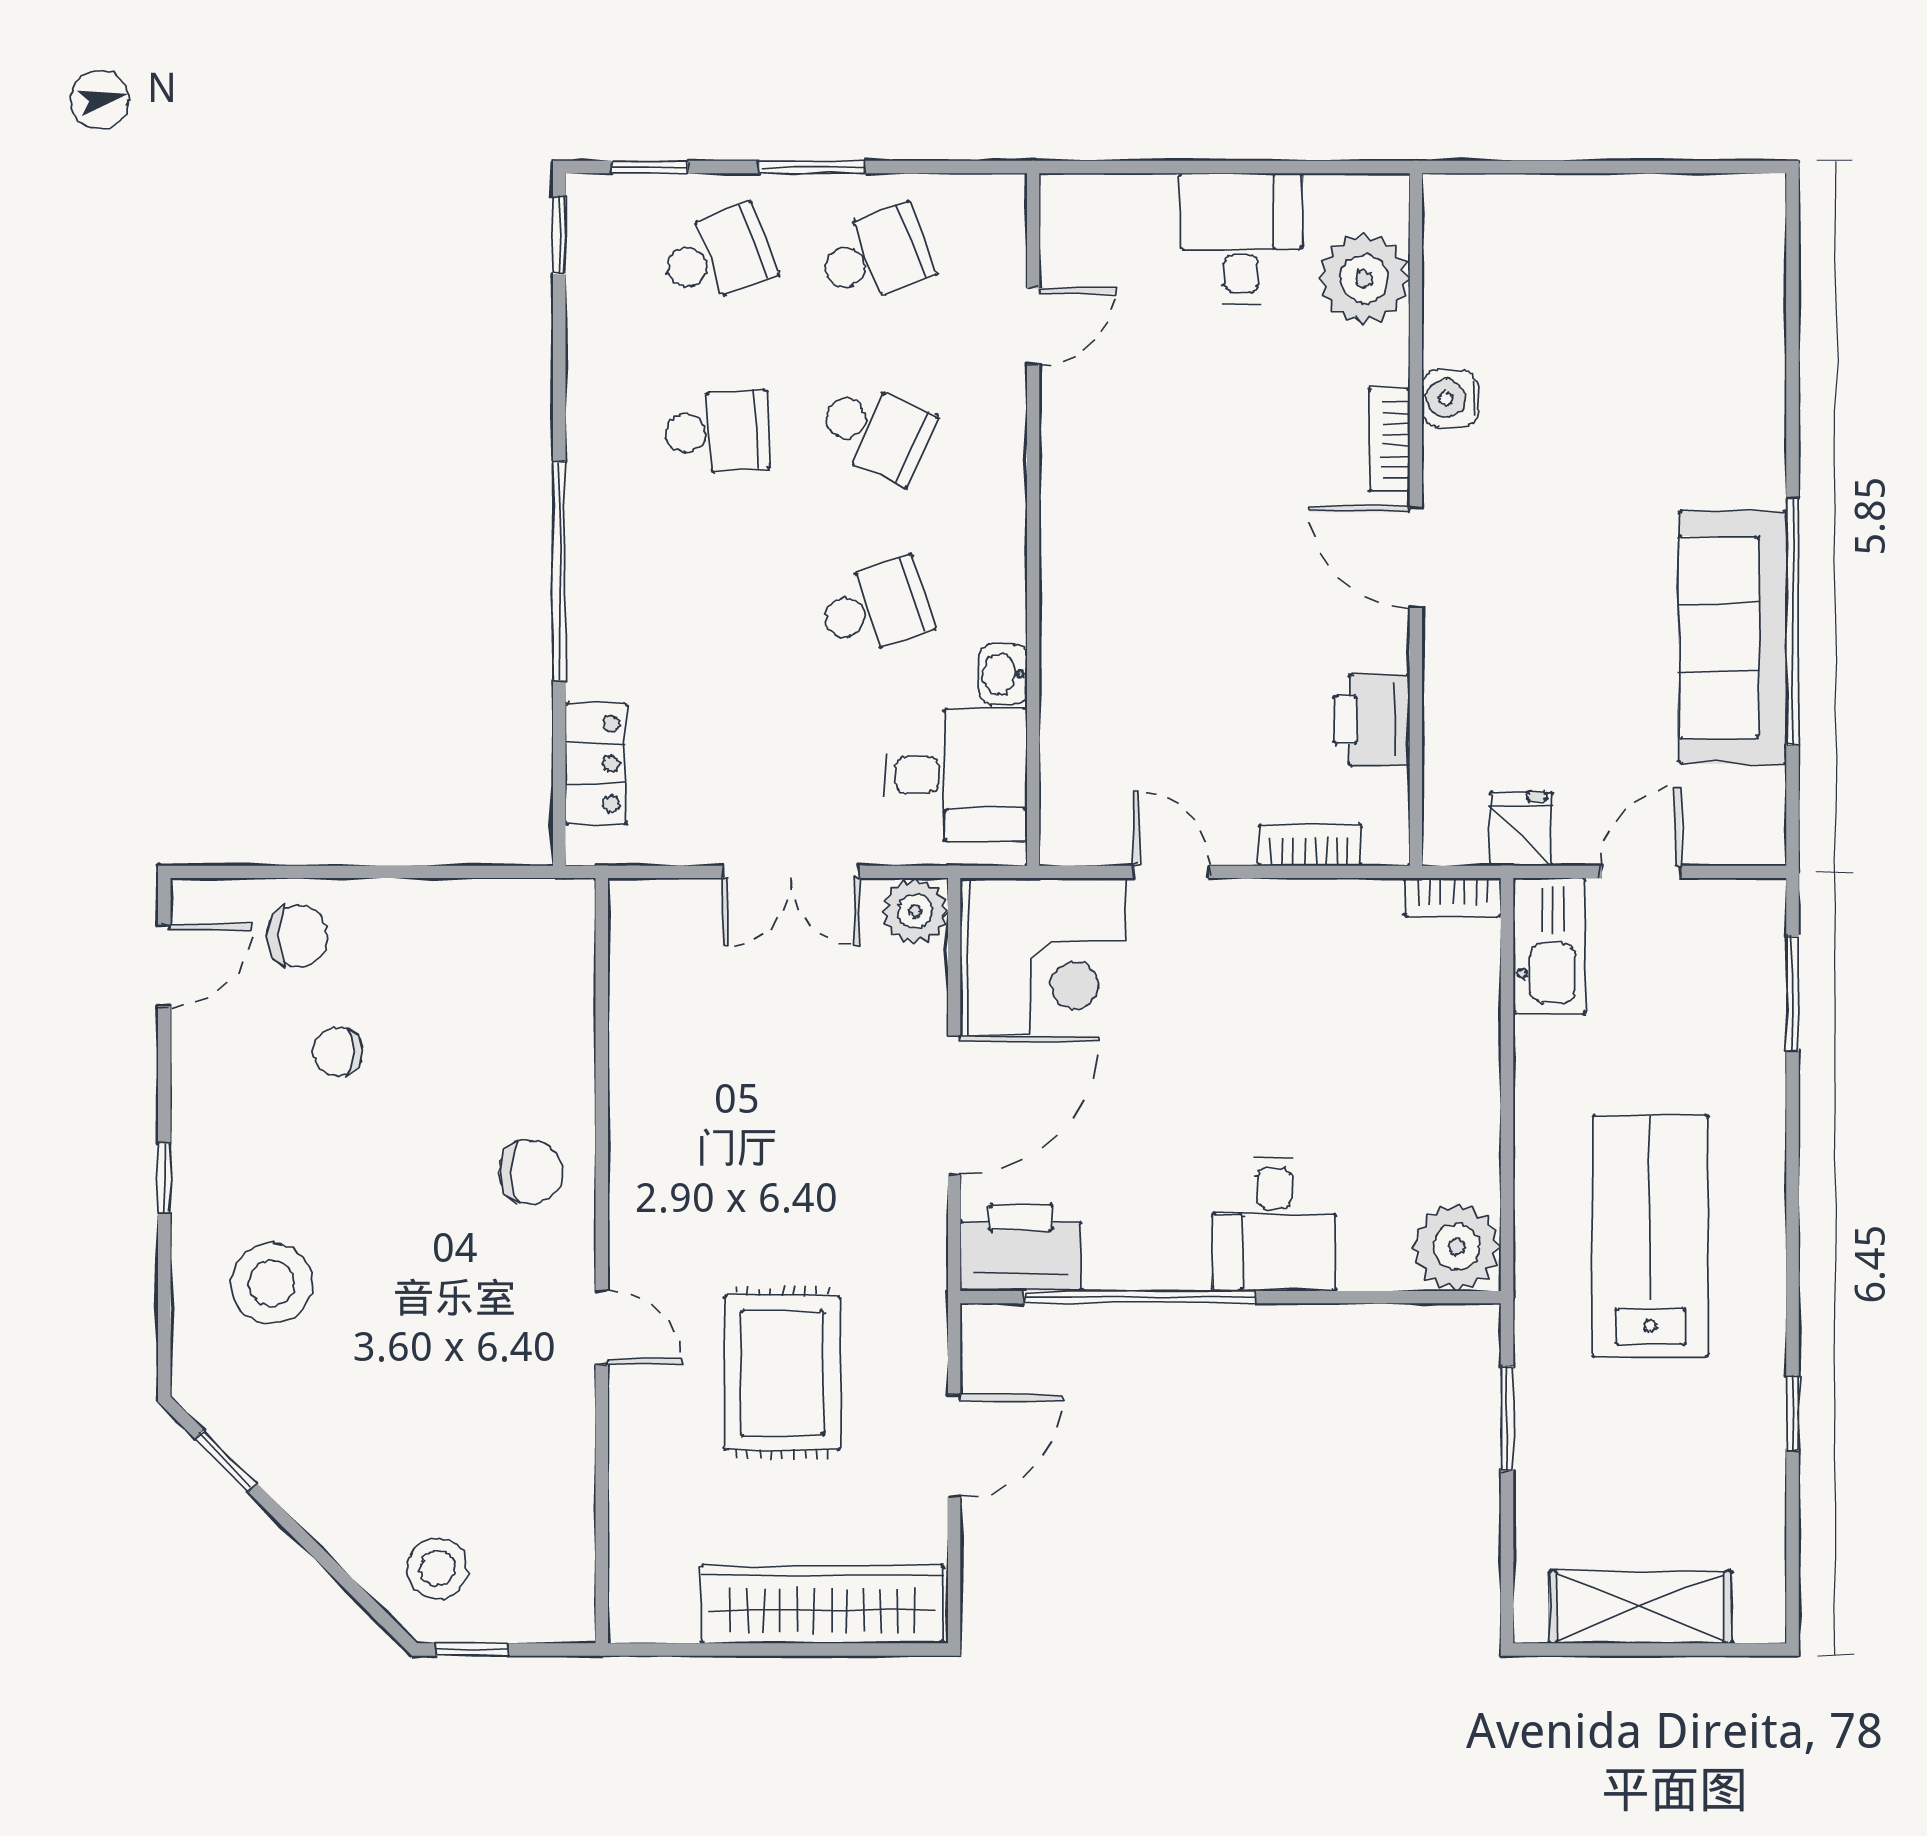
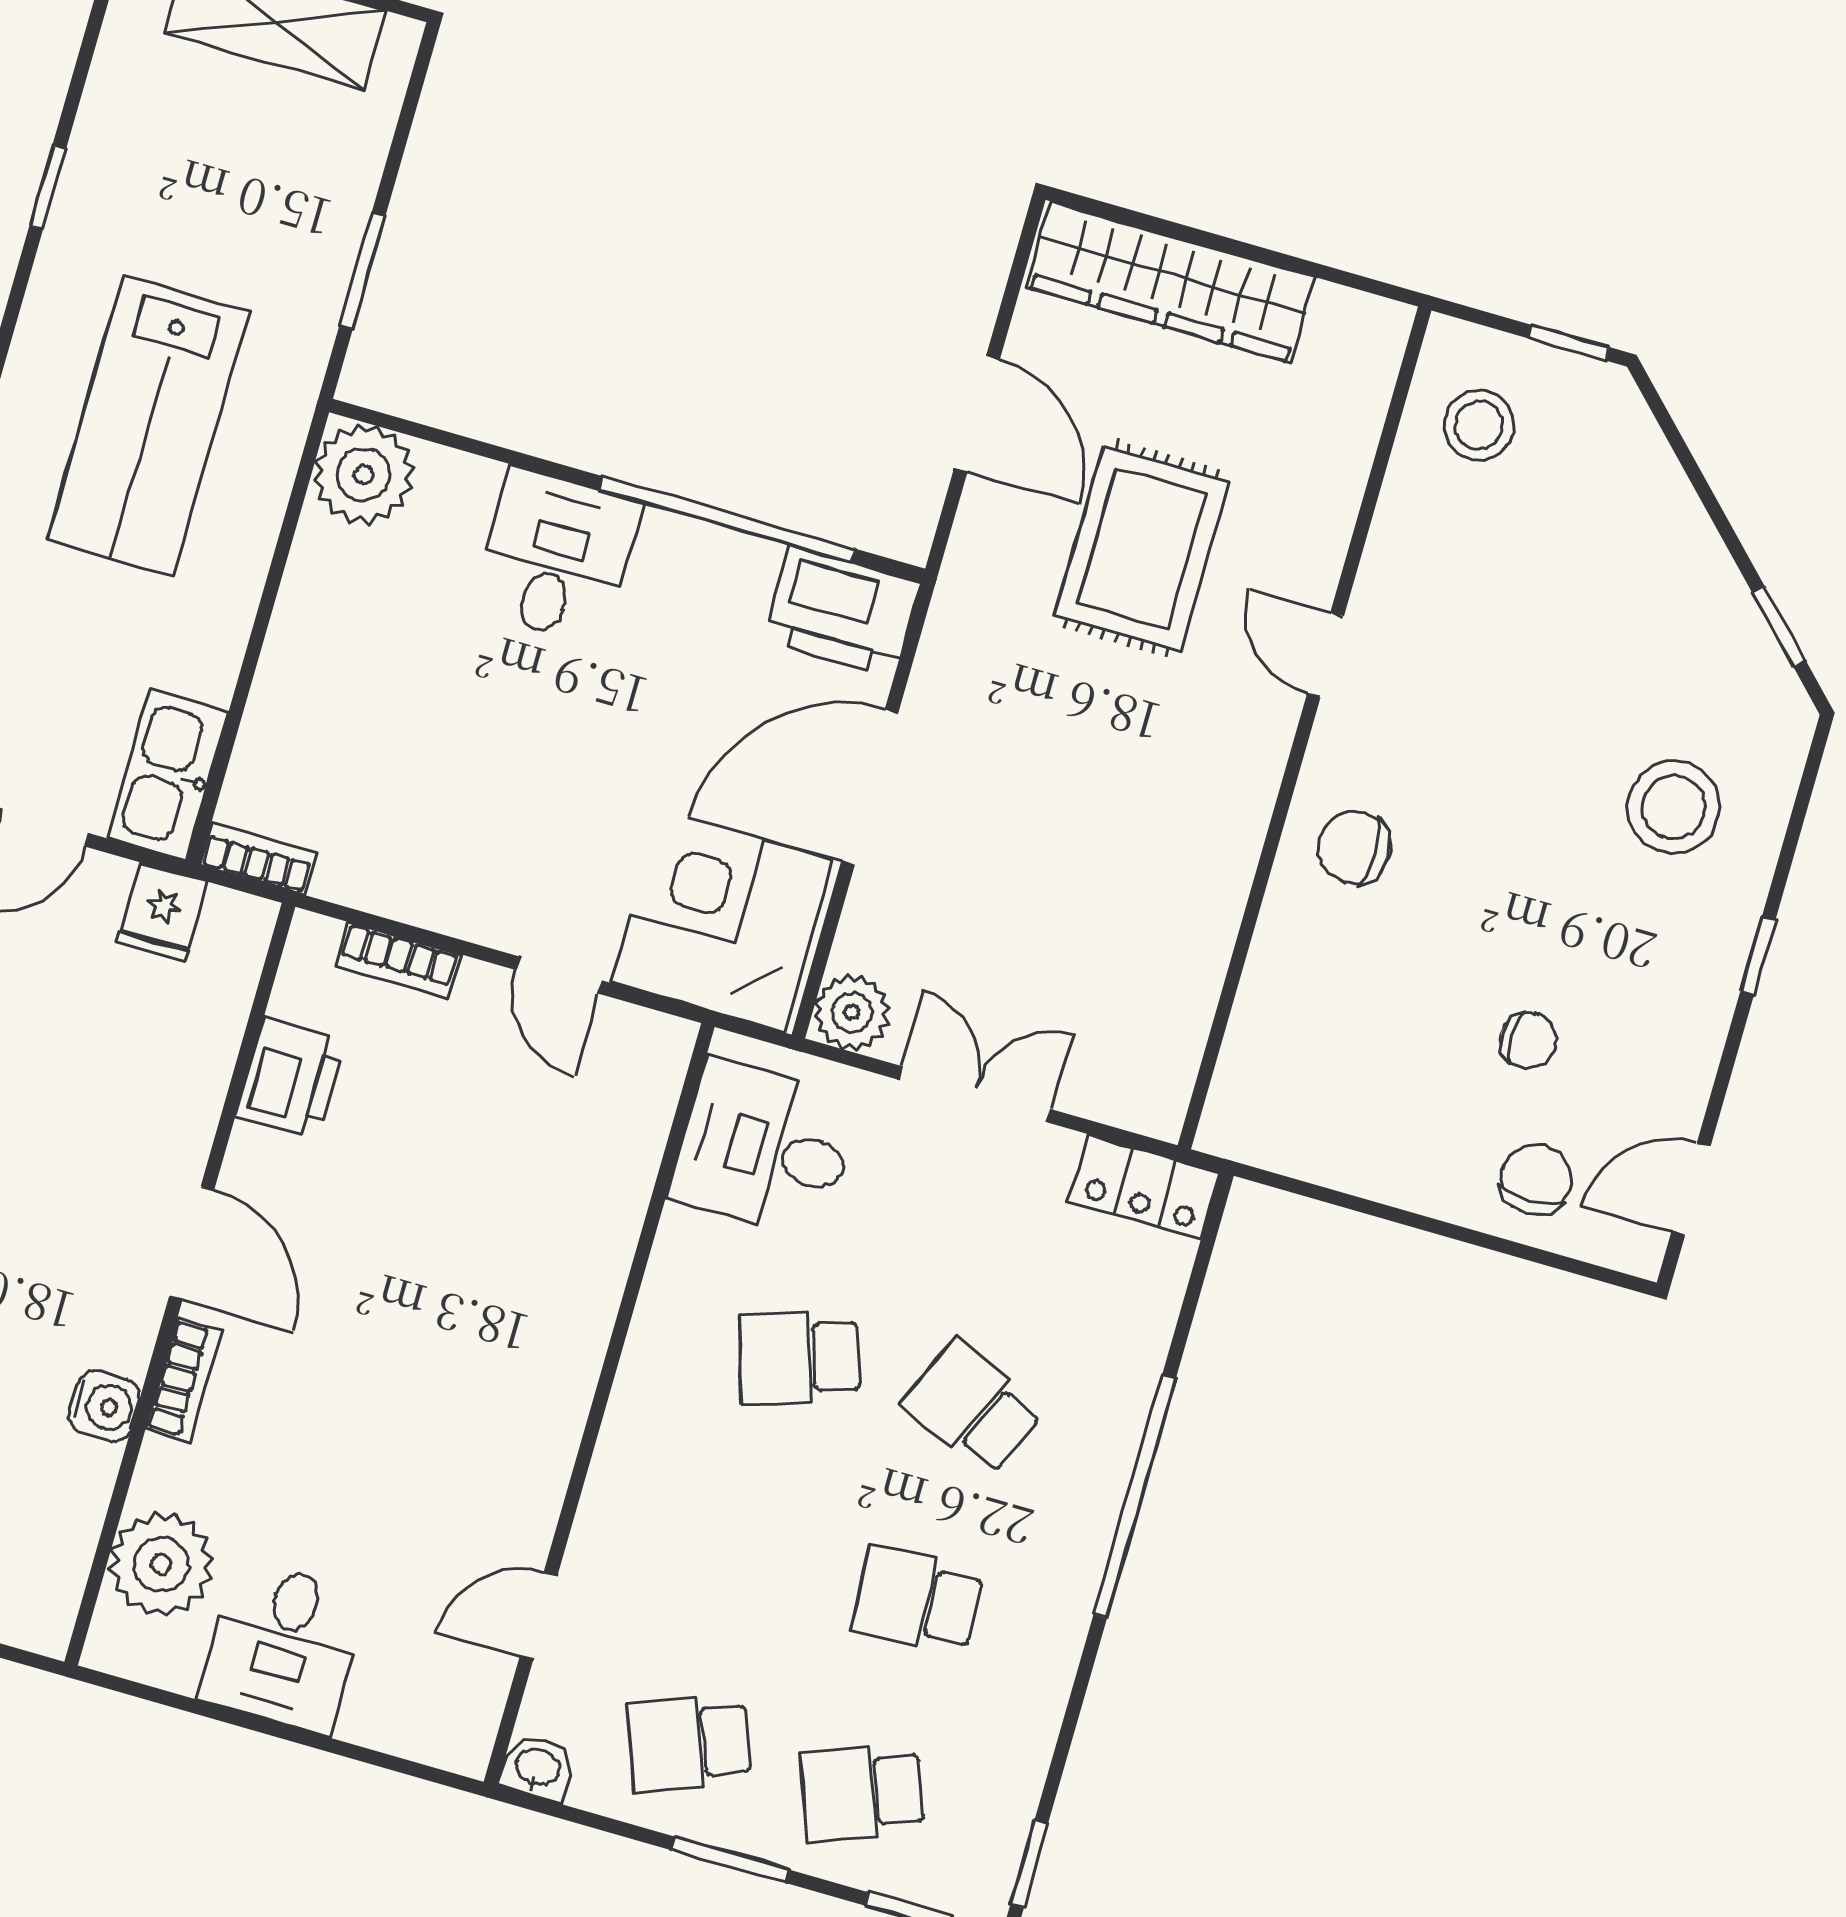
school desk: (875, 432) -> (973, 1407), moved
washbasin: (1003, 674) -> (538, 1769), moved, turned -90
locker: (596, 764) -> (1145, 1186), moved, turned -90
chair: (297, 936) -> (1536, 1179), turned 90
door: (954, 1446) -> (977, 414), swing flipped
stool: (437, 1568) -> (1479, 425), moved

